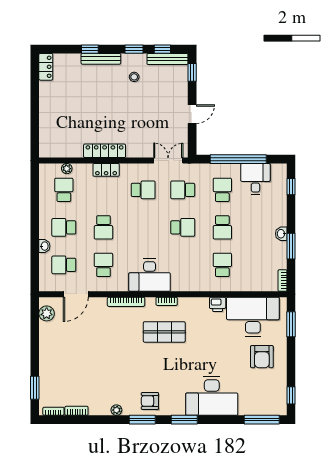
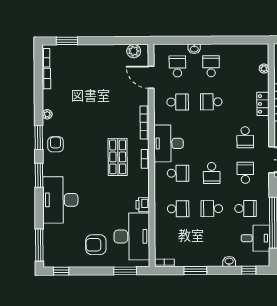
school desk: (64, 190) -> (178, 173), moved
washbasin: (281, 234) -> (229, 261), moved

